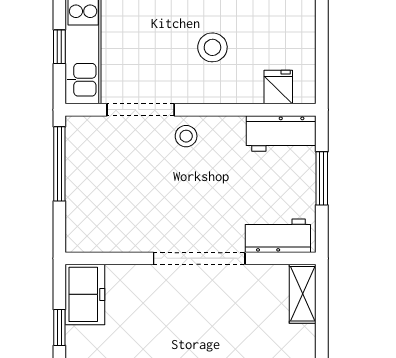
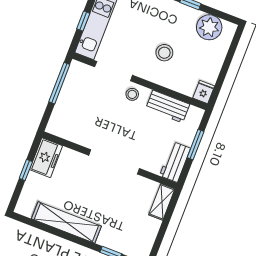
fridge: (278, 87) -> (204, 92), moved
workbench: (281, 134) -> (168, 106), moved
workbench: (278, 236) -> (175, 162), moved, turned -90

